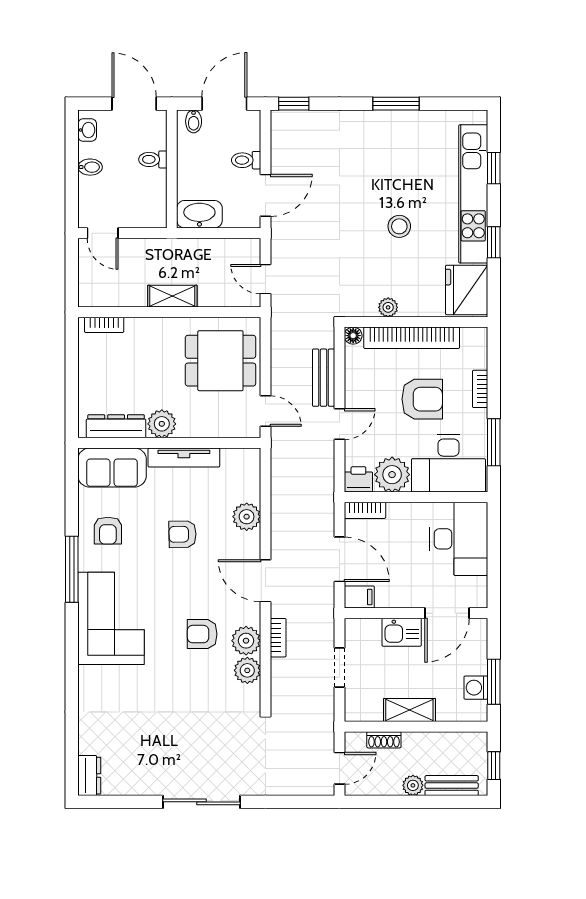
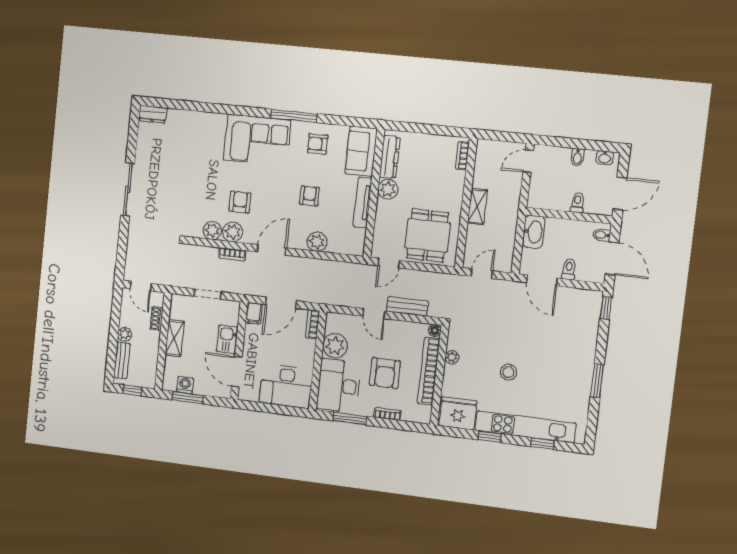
printer: (358, 479) -> (334, 322), removed

